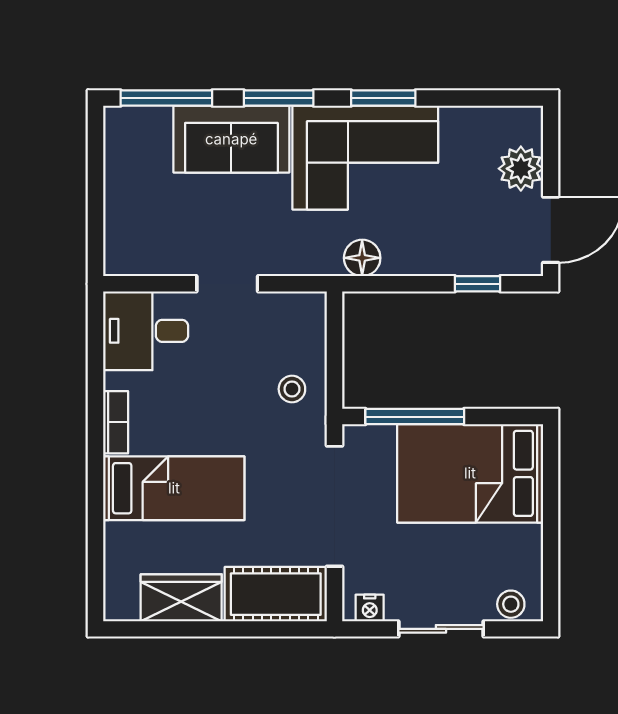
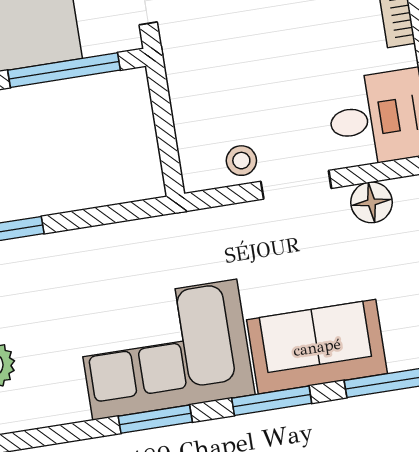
floor lamp: (362, 258) -> (371, 202), moved
stool: (292, 389) -> (241, 161), moved

